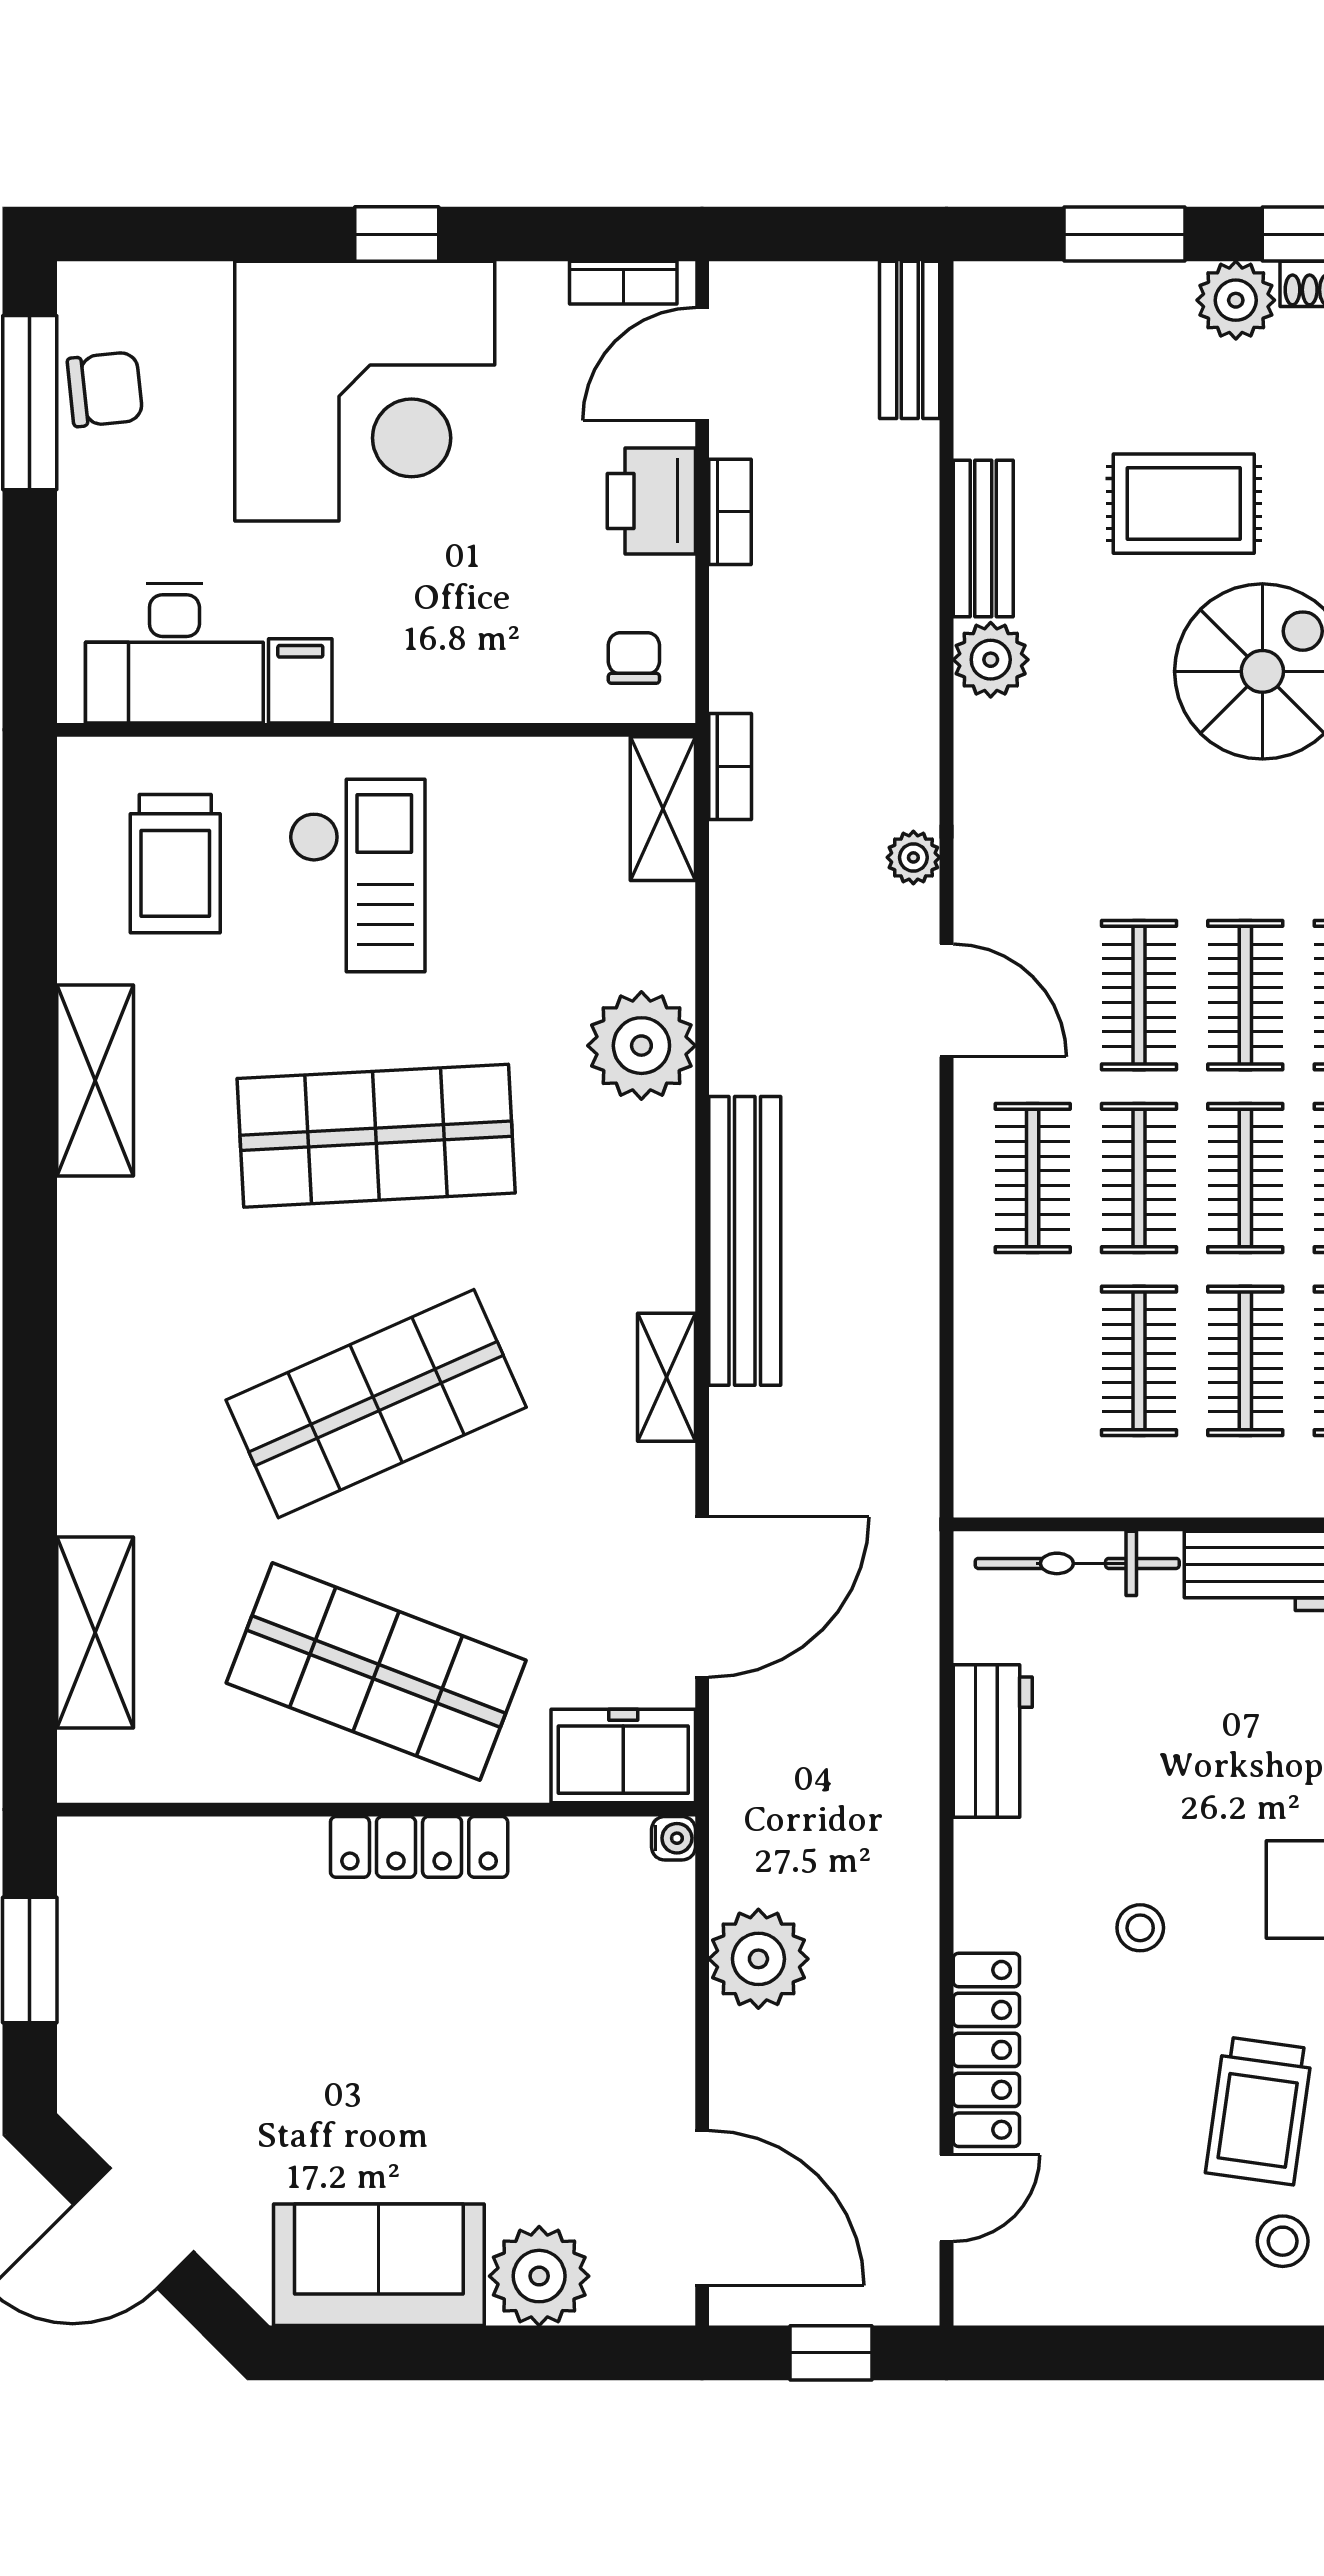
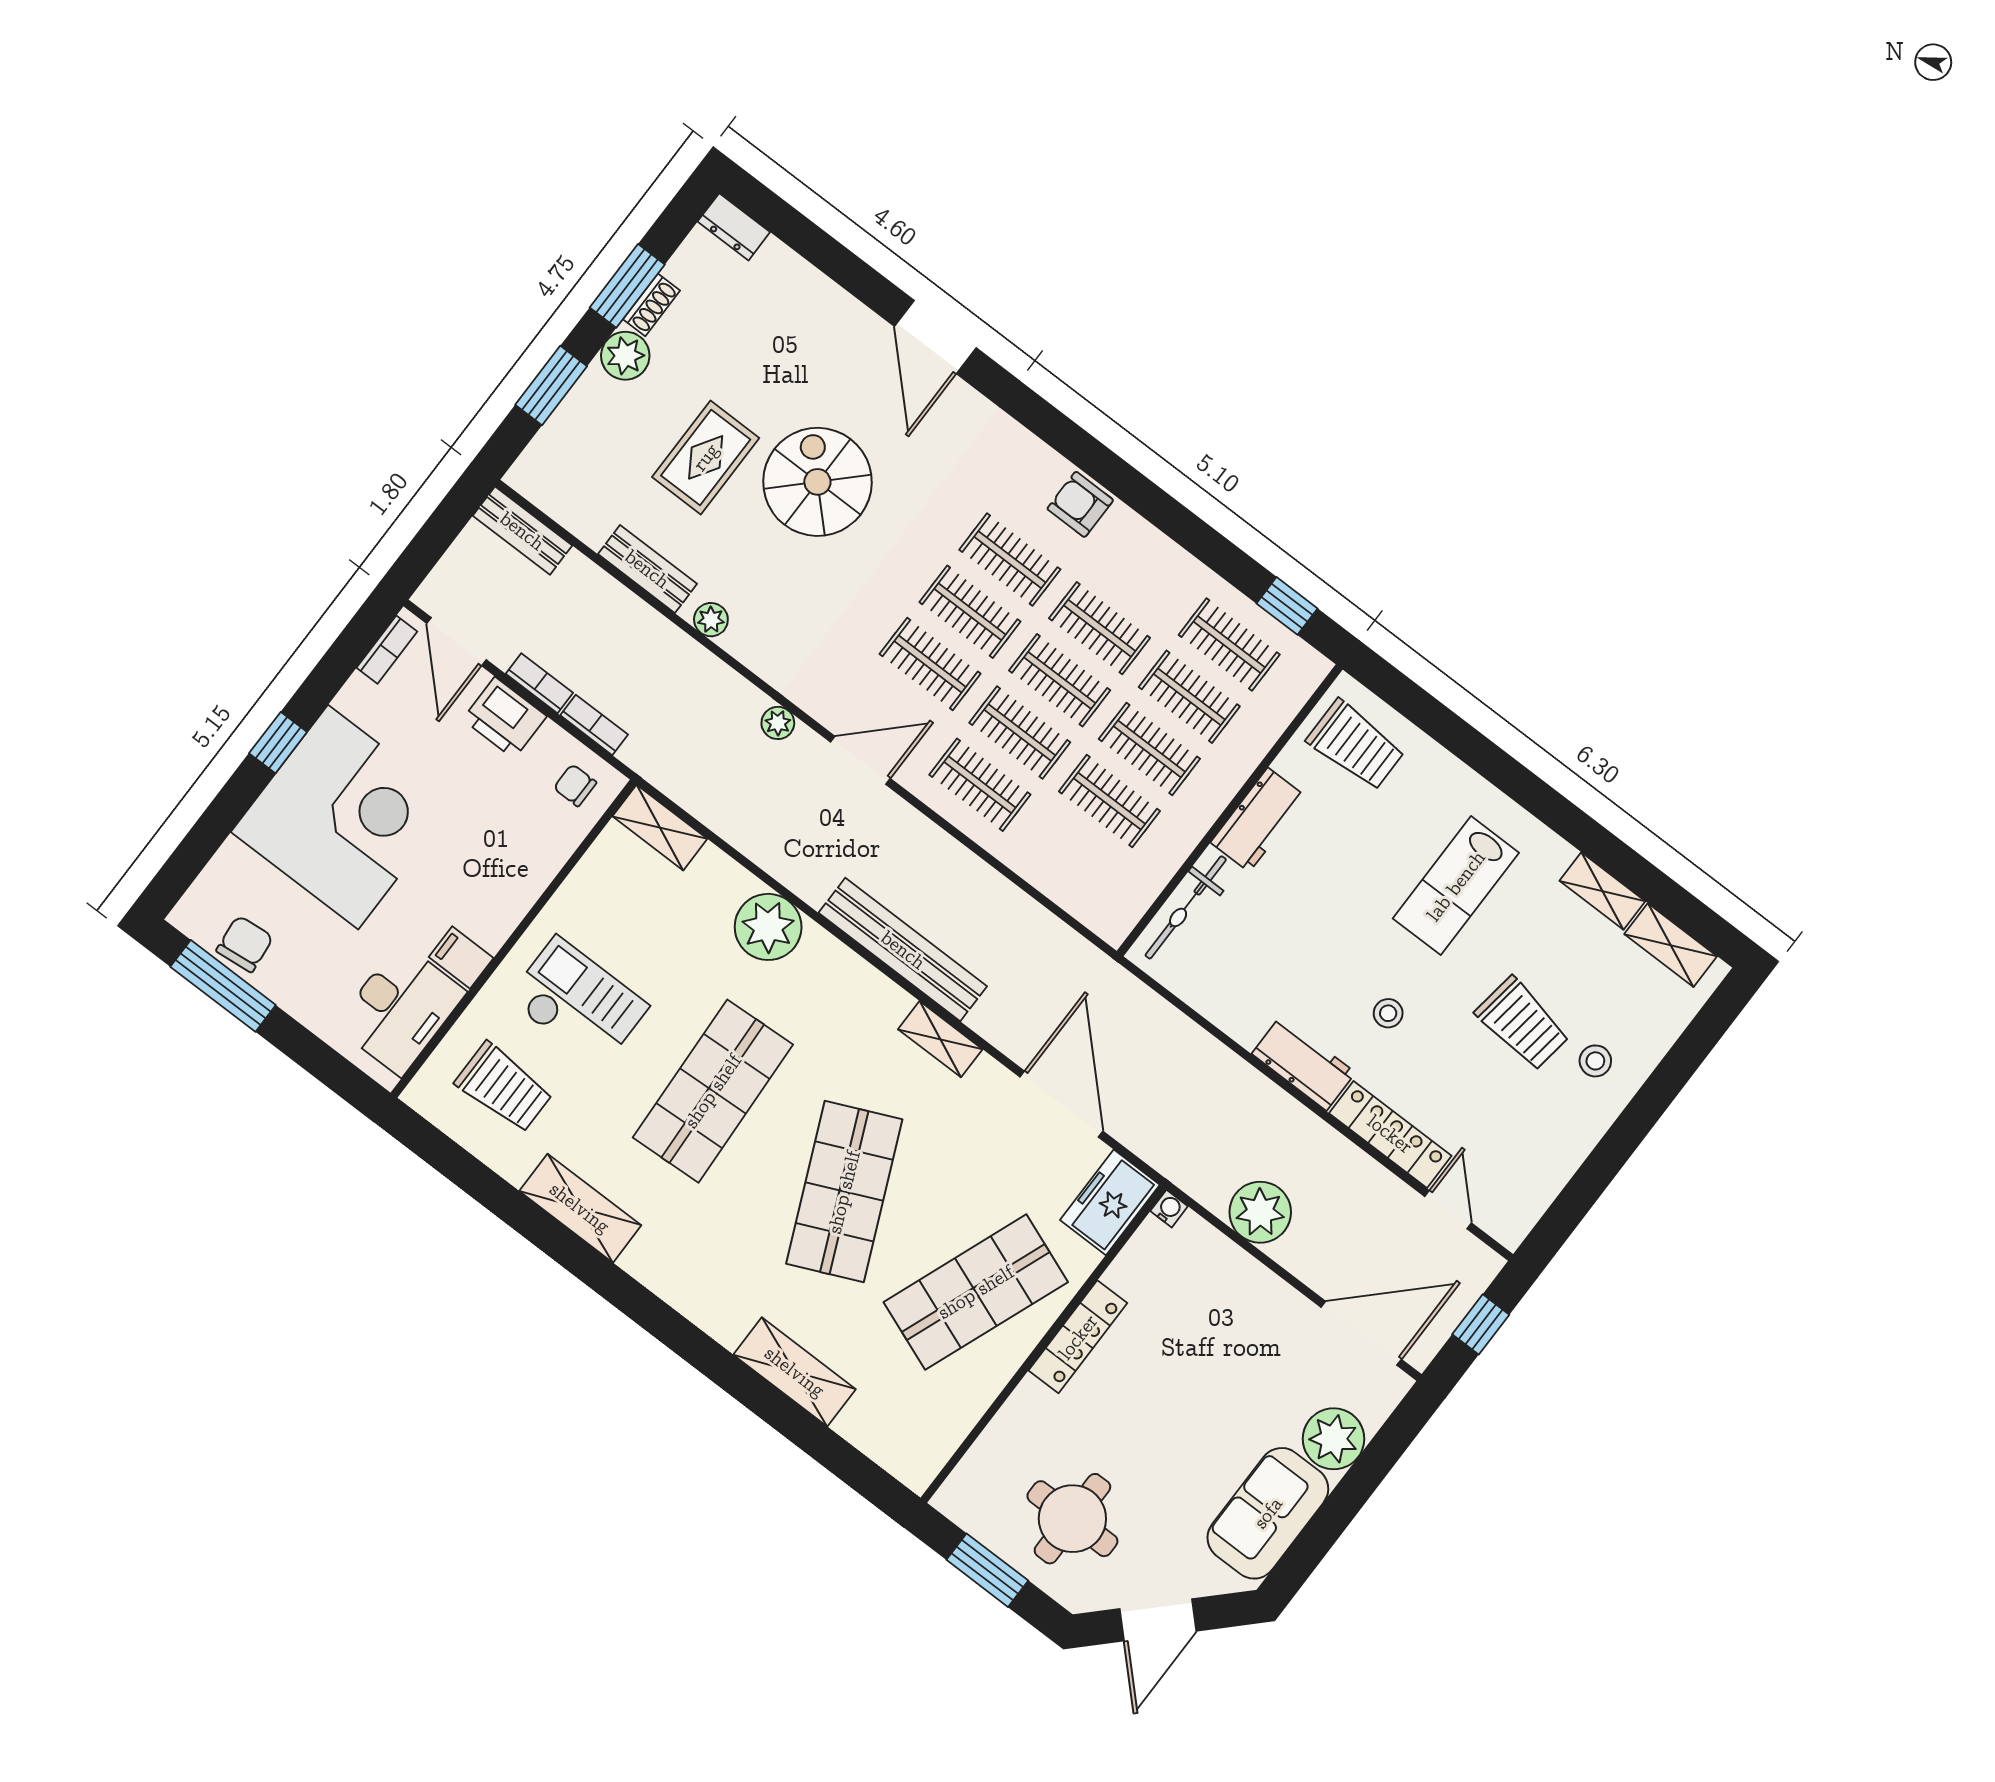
plant: (991, 660) -> (711, 620), width x0.73, depth x0.73
bookcase: (730, 766) -> (594, 725), moved
shelving: (95, 1633) -> (795, 1372), moved
workbench: (993, 1741) -> (1304, 1063), moved
round table: (180, 2019) -> (1072, 1519), added

